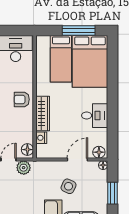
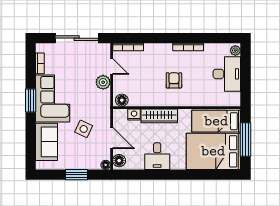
wall: (35, 97) -> (177, 108), moved
wardrobe: (43, 114) -> (159, 116), moved
nightstand: (41, 138) -> (134, 114), moved
floor lamp: (27, 150) -> (122, 100), moved

